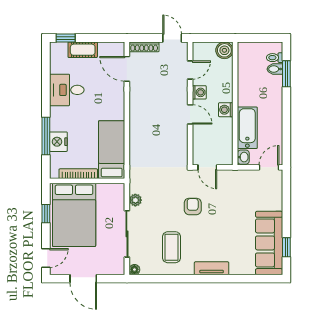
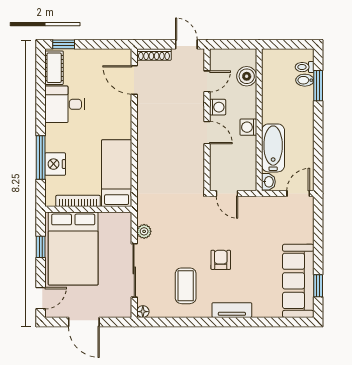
cot: (83, 50) -> (54, 68), moved, turned 90
boiler: (224, 50) -> (247, 76), moved
armchair: (193, 206) -> (221, 260), moved

